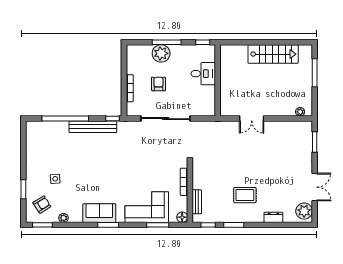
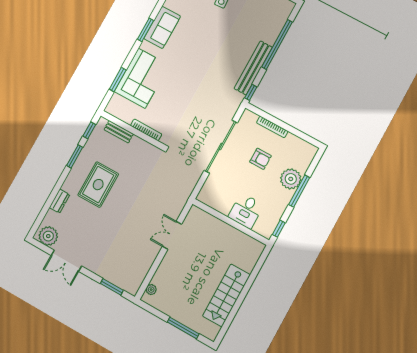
rug: (245, 195) -> (98, 185), width x1.36, depth x1.43
floor lamp: (182, 217) -> (112, 108), removed

